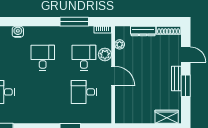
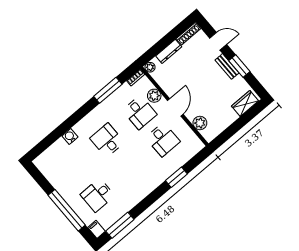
plant: (120, 44) -> (150, 67), moved
desk: (84, 58) -> (140, 112), turned 180
door: (113, 76) -> (175, 107), hinge flipped
desk: (84, 92) -> (163, 140), turned -90
plant: (121, 103) -> (200, 123), added

